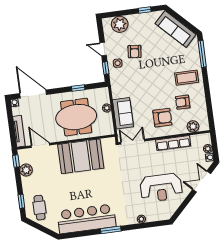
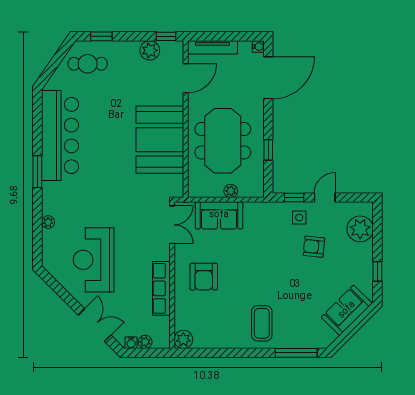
sofa: (176, 29) -> (347, 310), width x0.73
armchair: (183, 102) -> (224, 312), removed
plant: (193, 126) -> (183, 339), moved

